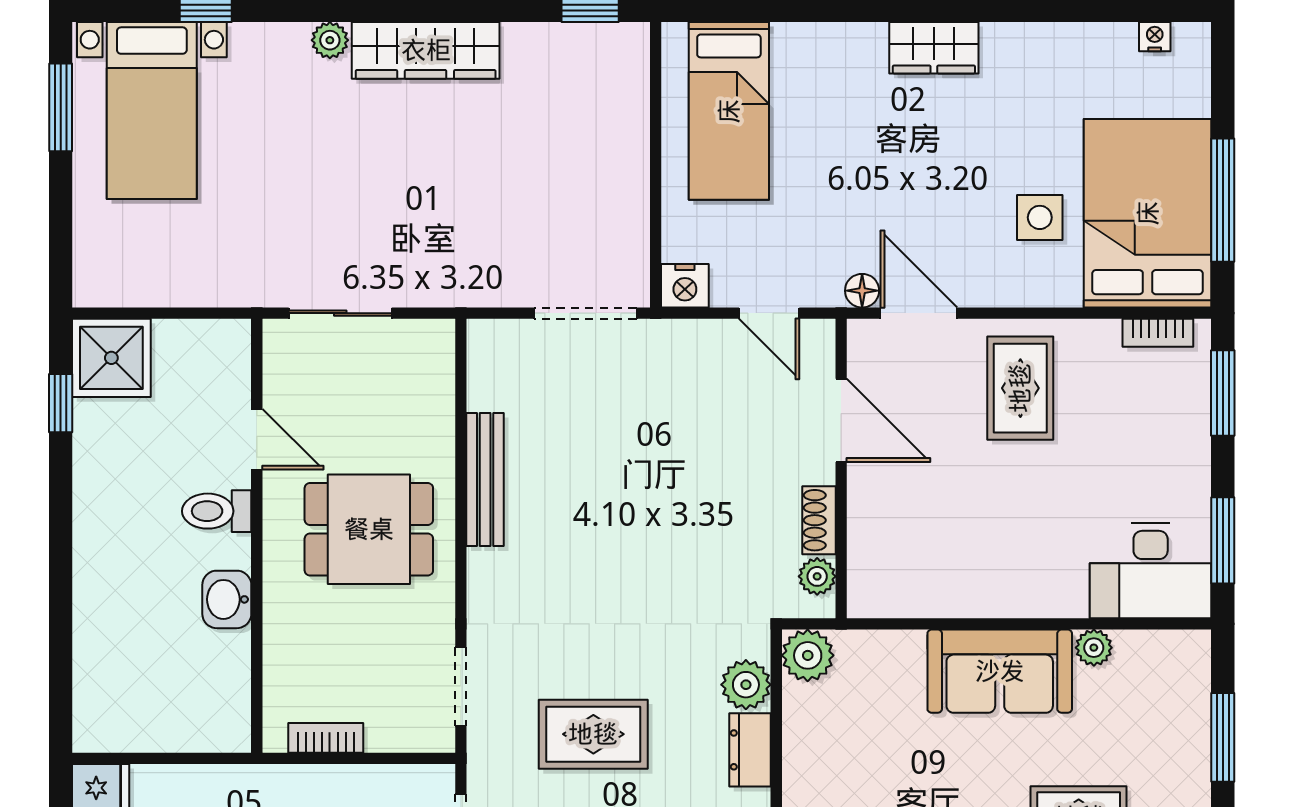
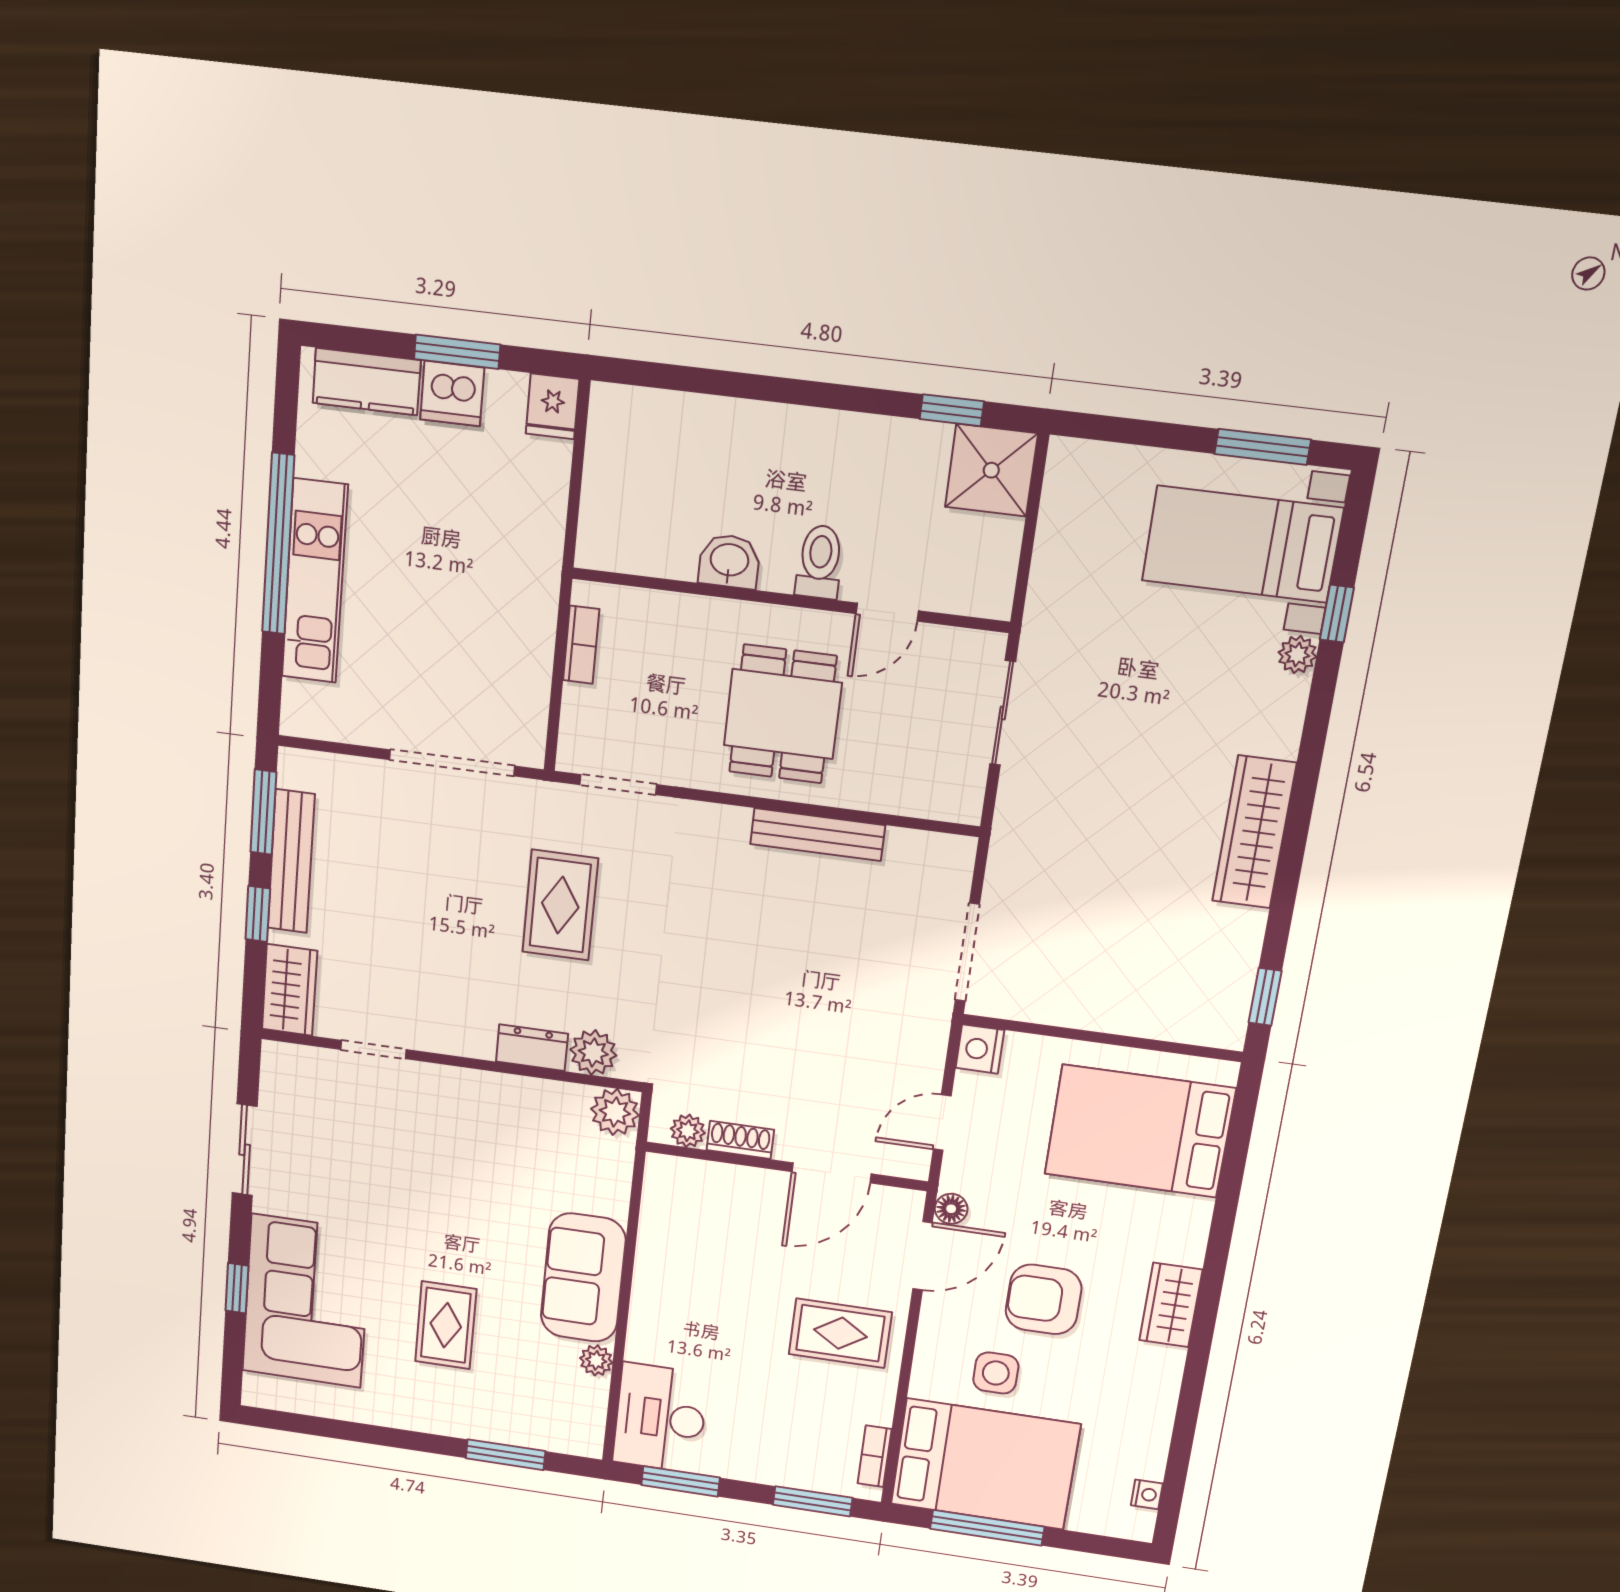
plant: (330, 40) -> (1297, 655), moved
bed: (729, 111) -> (1140, 1131), width x1.50
armchair: (948, 180) -> (1043, 1299), added

